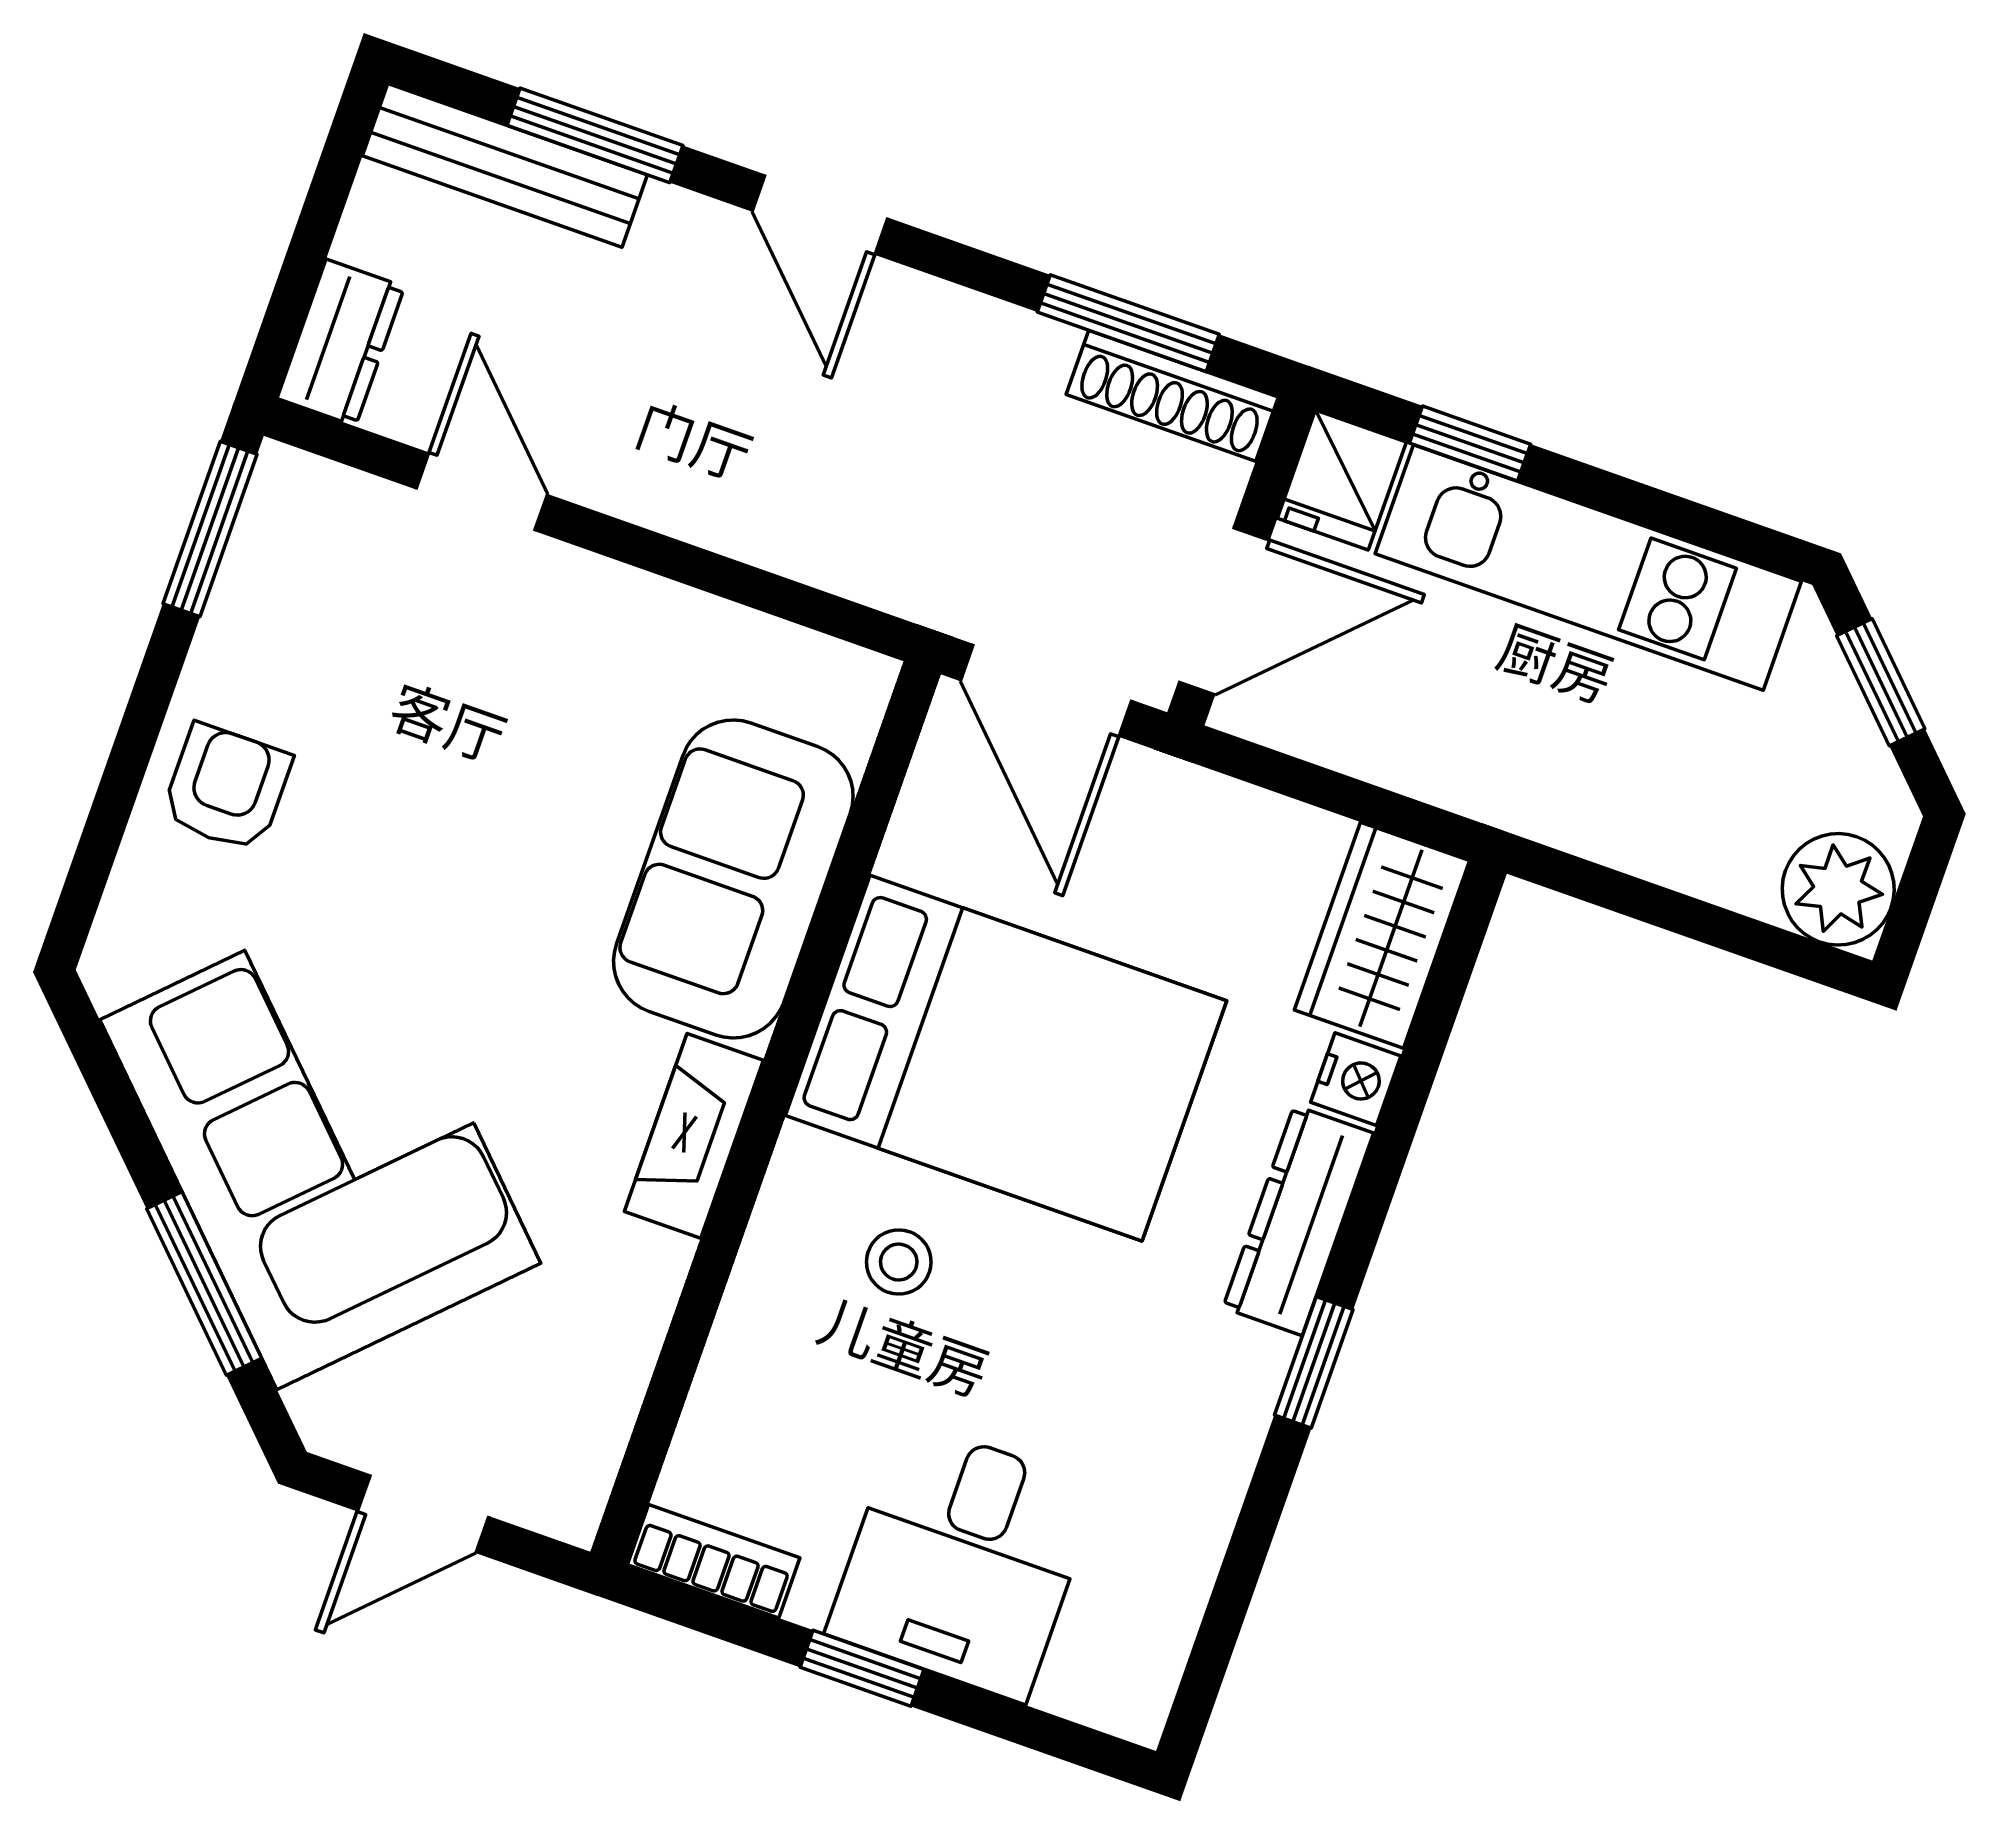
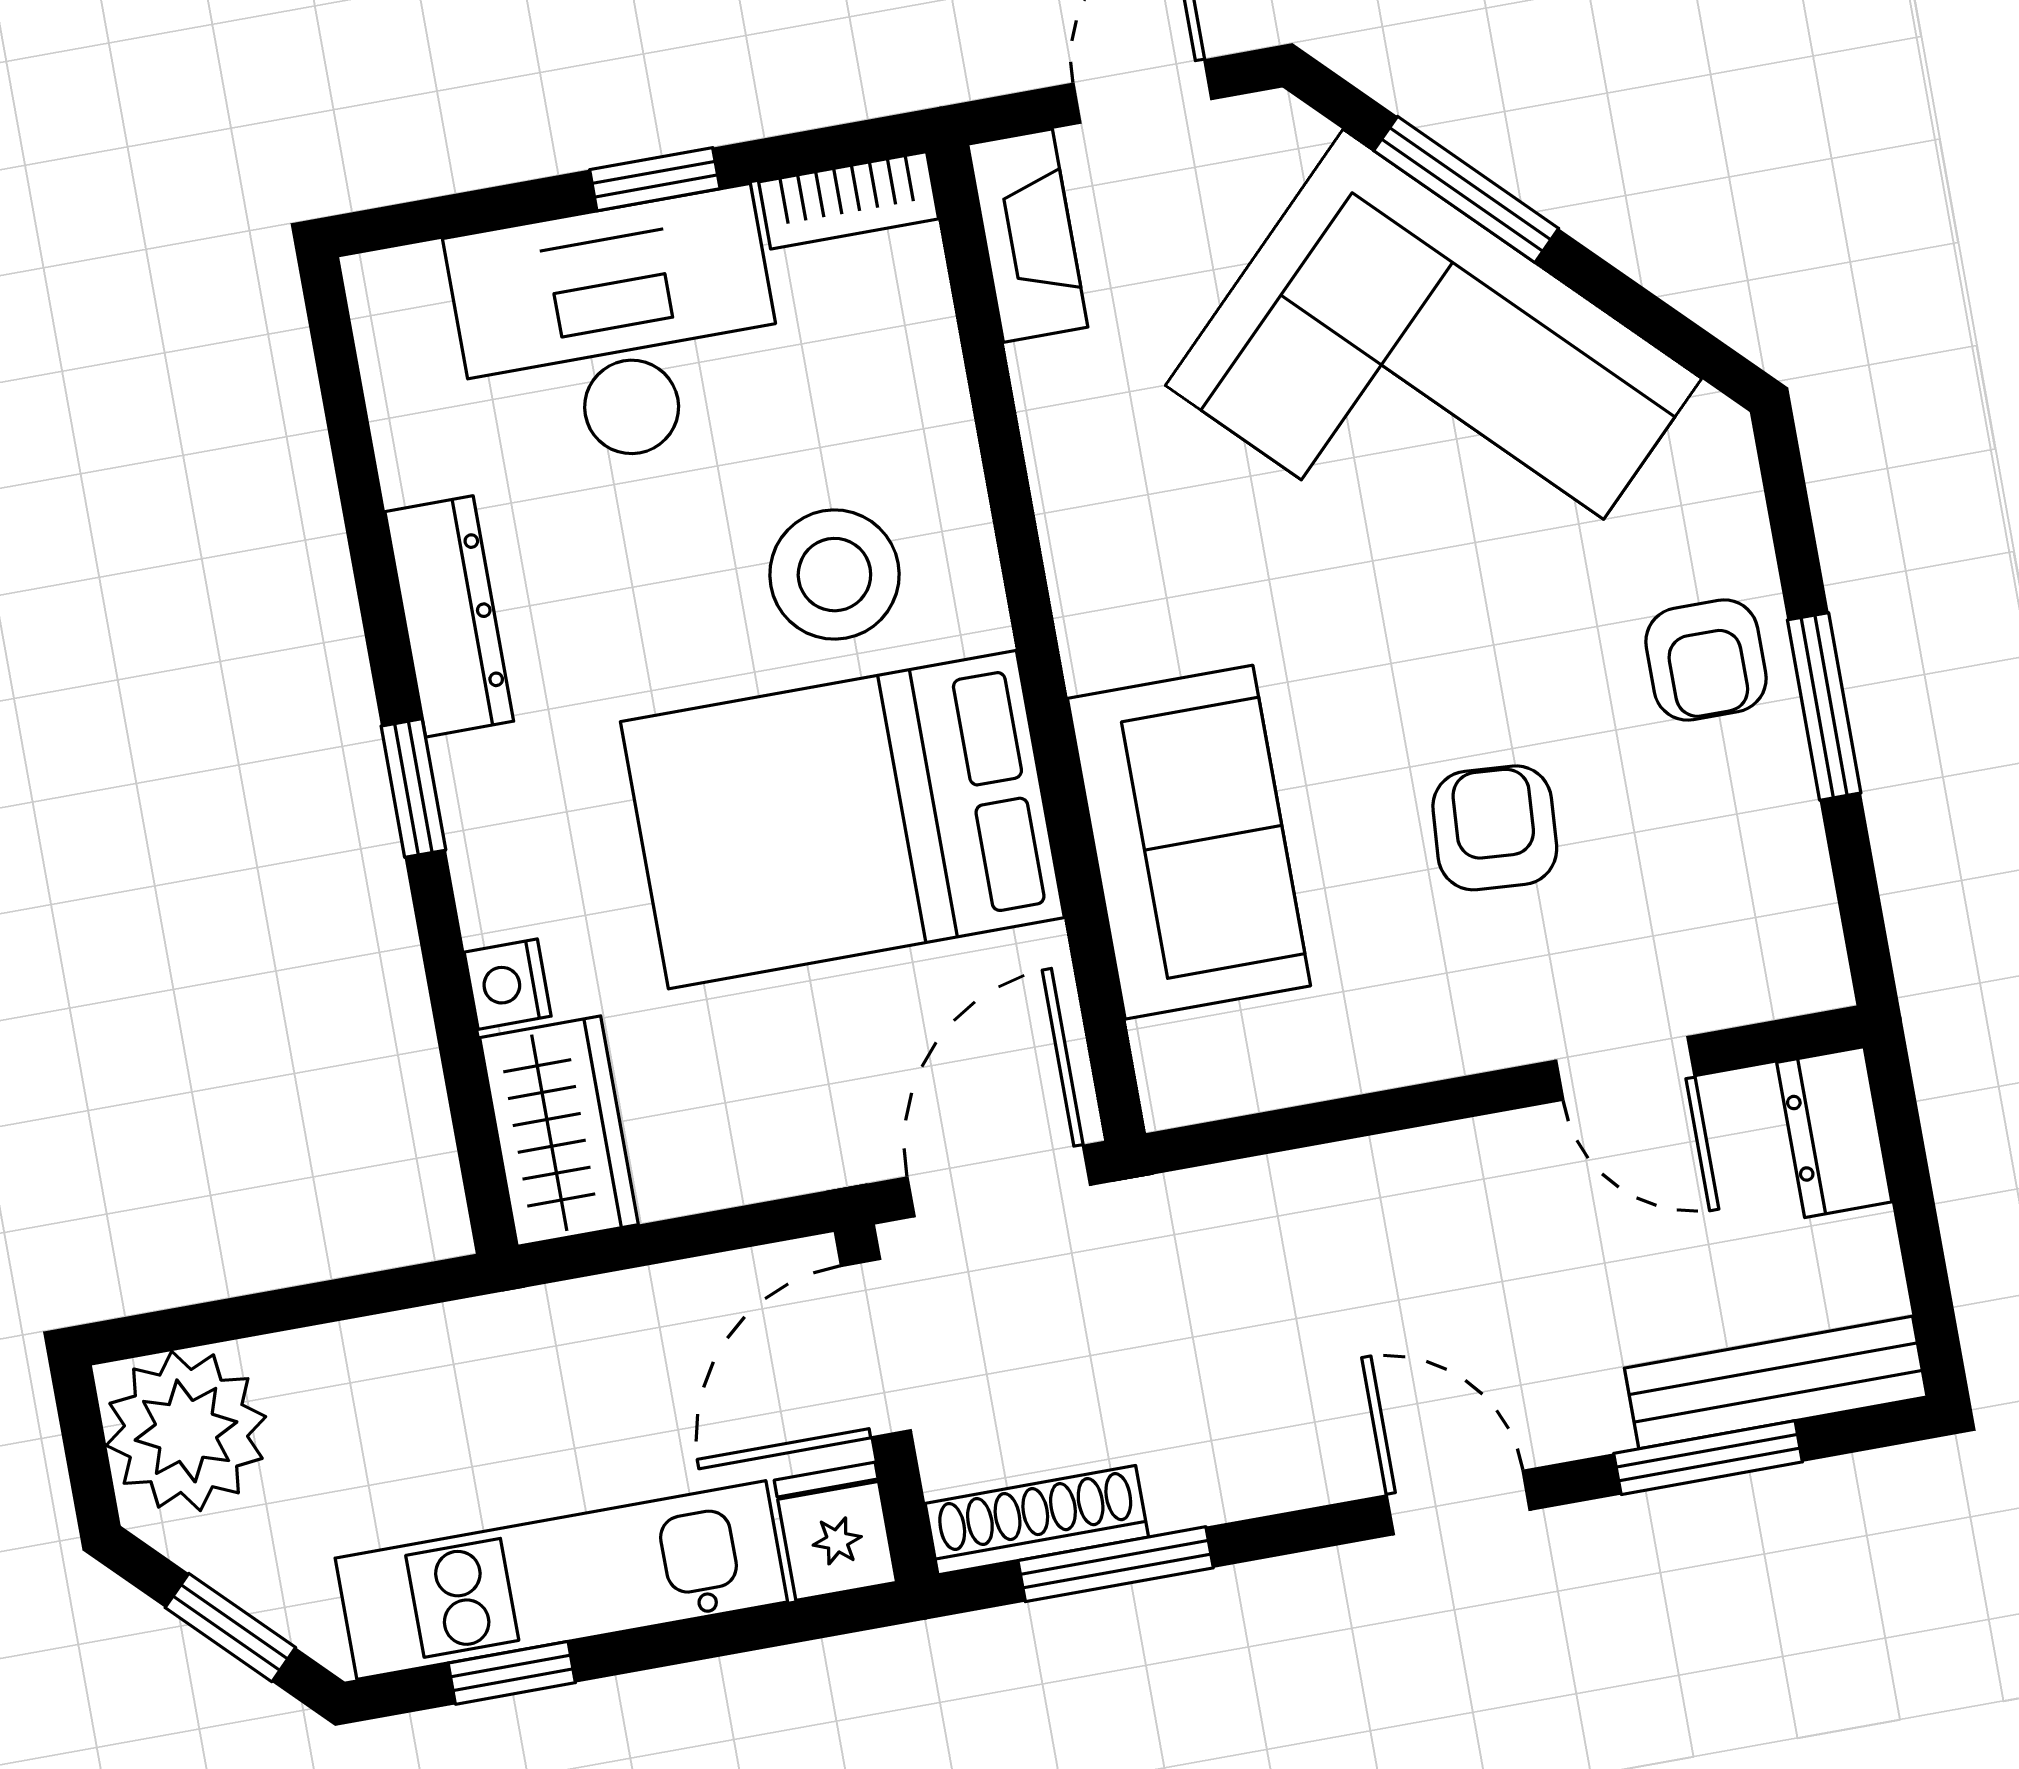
window: (1470, 444) -> (512, 1673), moved
window: (210, 529) -> (1824, 706), moved
door: (1046, 690) -> (999, 1181), hinge flipped
armchair: (477, 749) -> (1495, 828), added
plant: (1838, 889) -> (186, 1431), width x1.36, depth x1.36
fireplace: (694, 1136) -> (1028, 236), moved
dresser: (1298, 1220) -> (449, 616), moved
stool: (899, 1262) -> (834, 575), width x1.89, depth x1.89
window: (1314, 1362) -> (413, 788), moved
desk: (963, 1561) -> (618, 332), width x1.37

